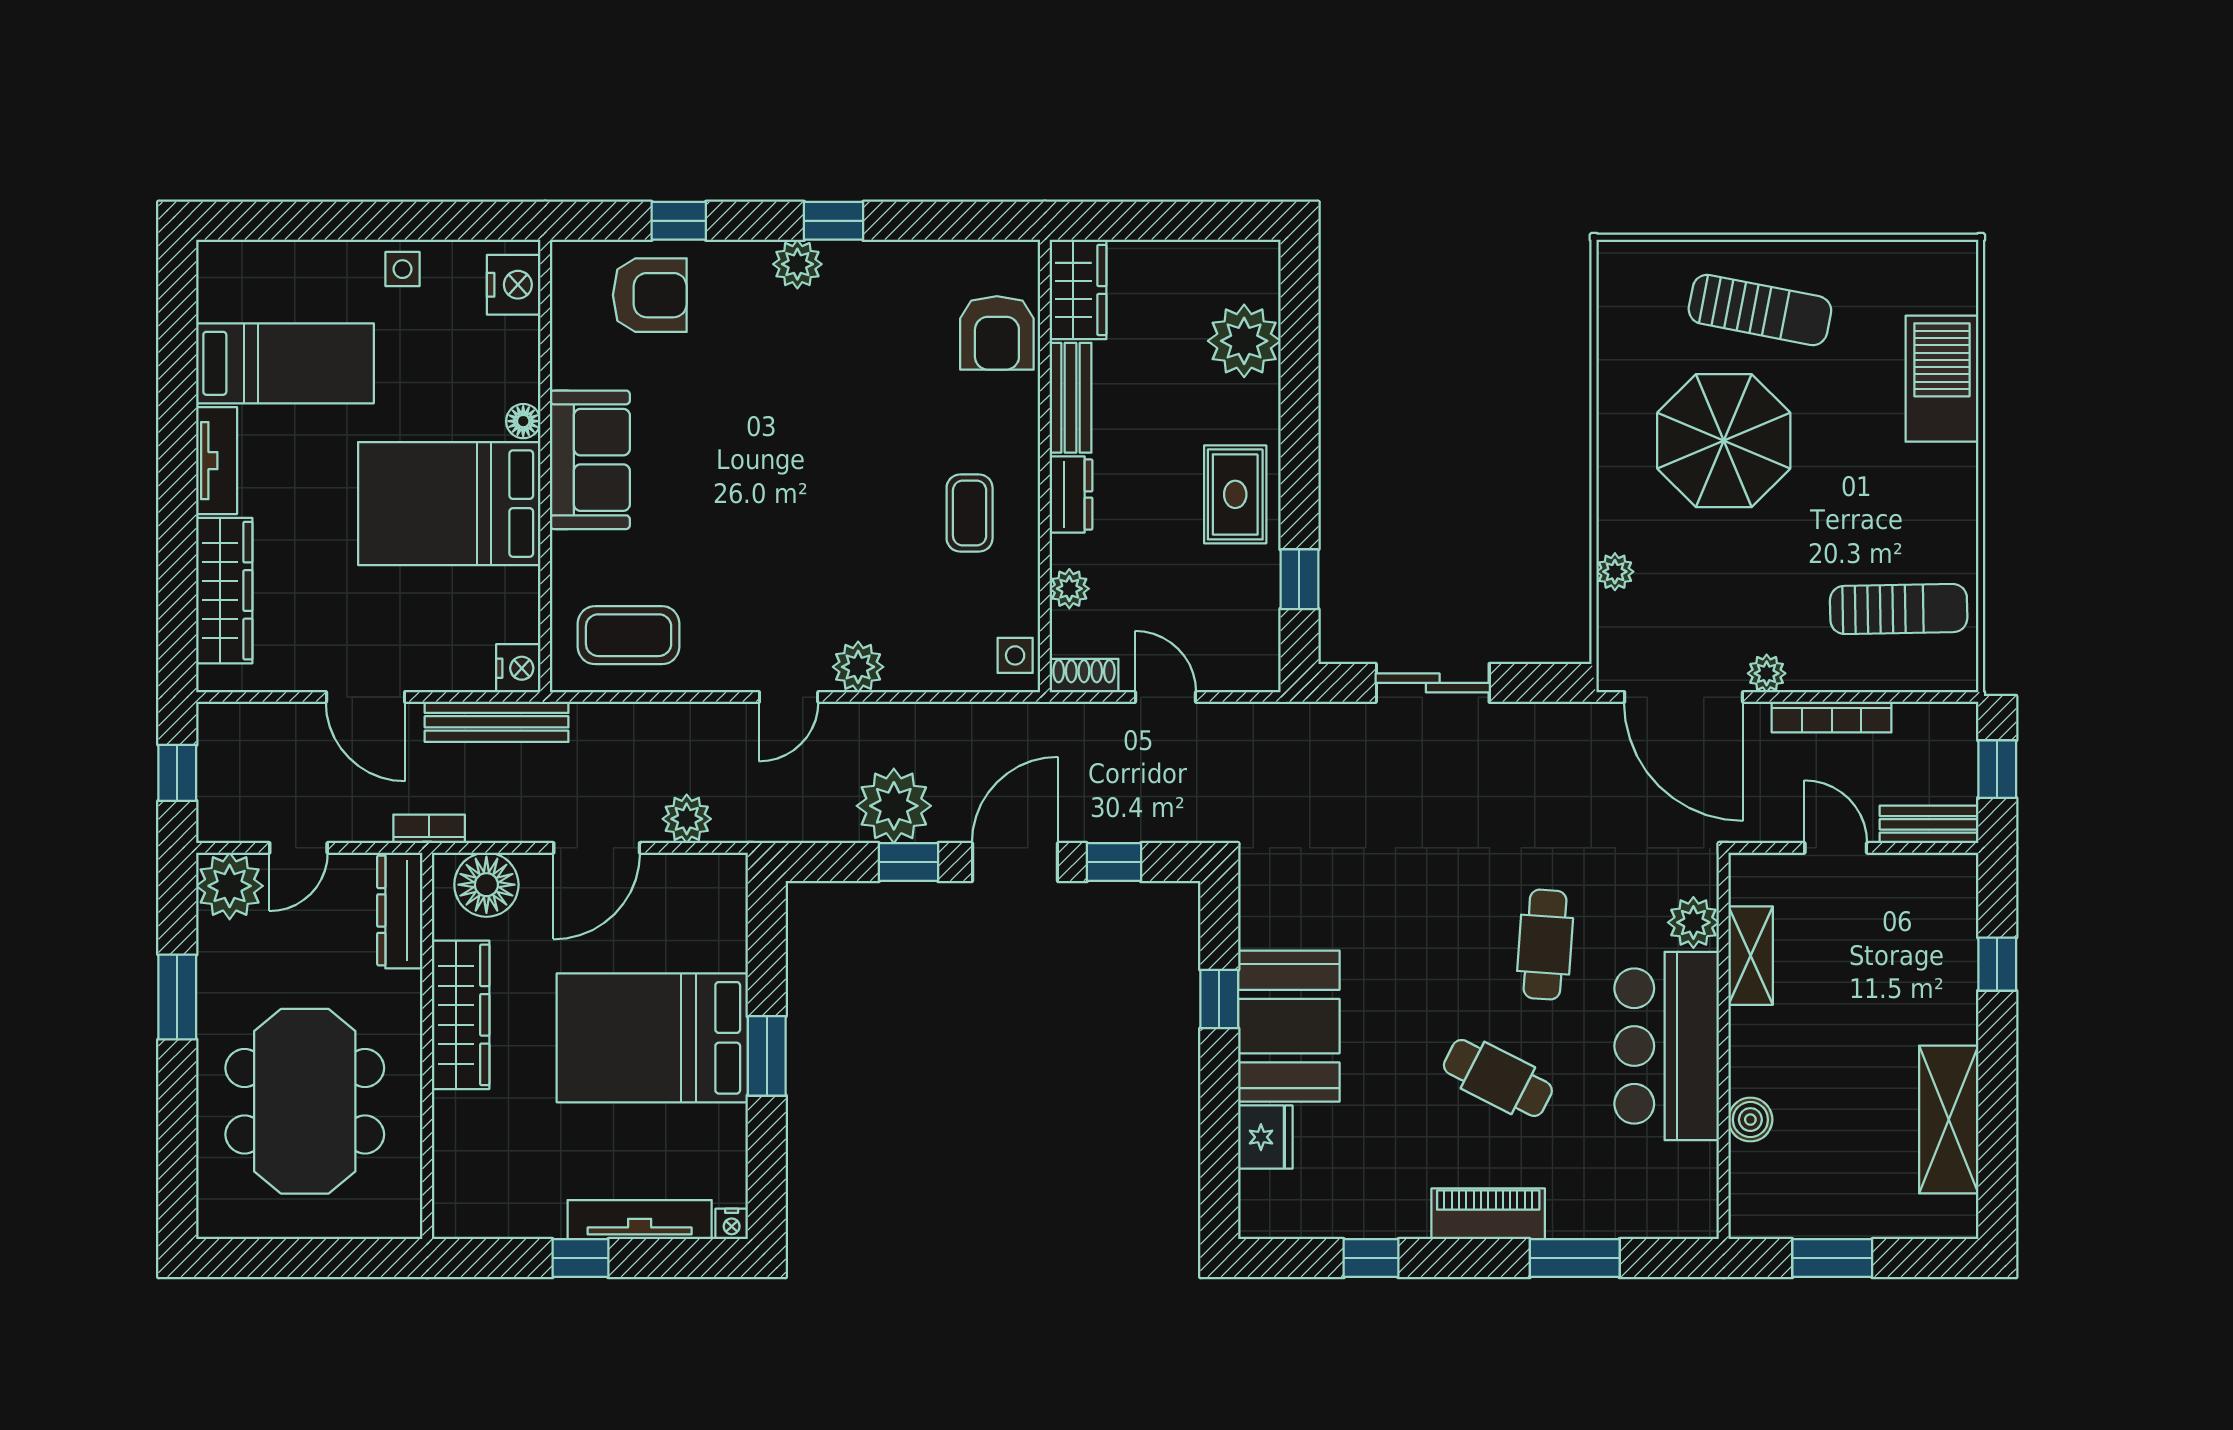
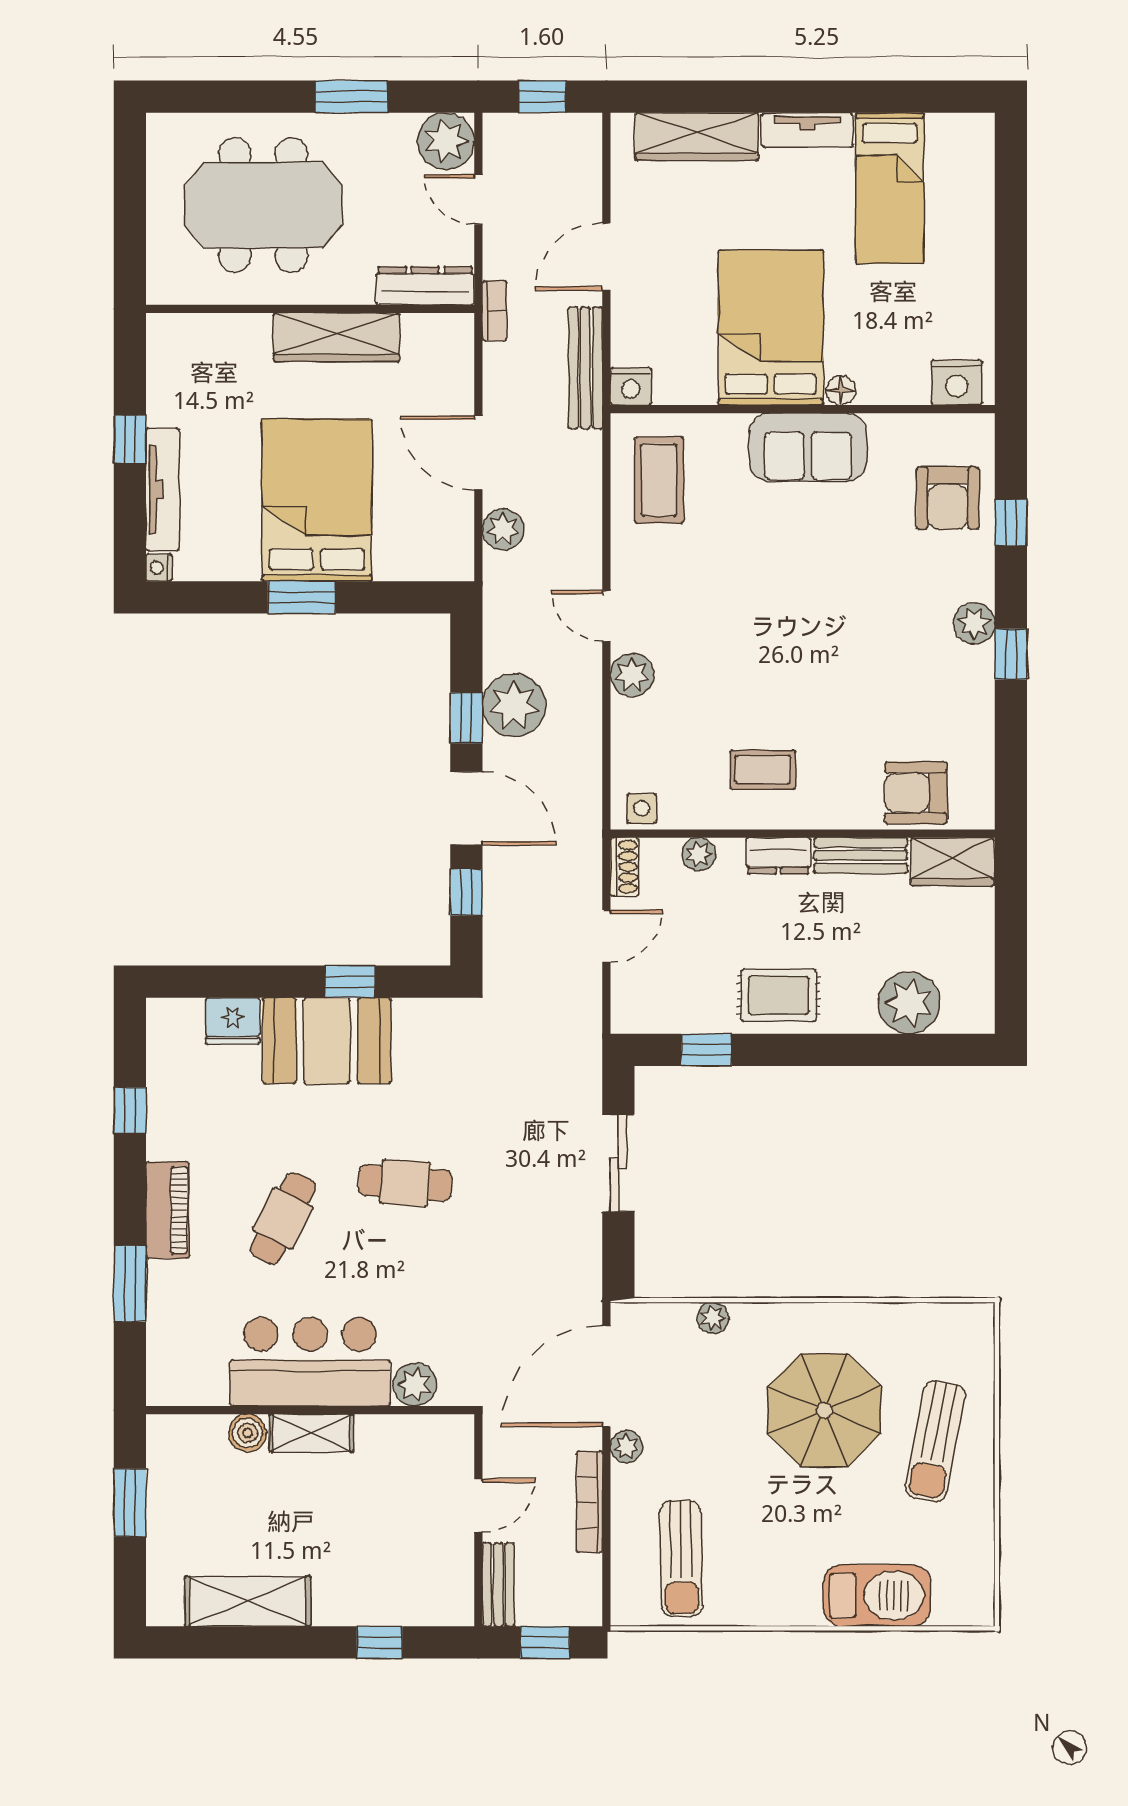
side table: (402, 269) -> (970, 288), removed
floor lamp: (486, 885) -> (447, 359), removed
cafe table: (1545, 945) -> (405, 1183), moved
shelving: (1751, 956) -> (311, 1433), moved

